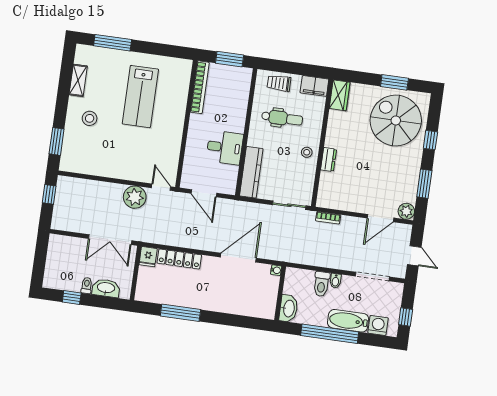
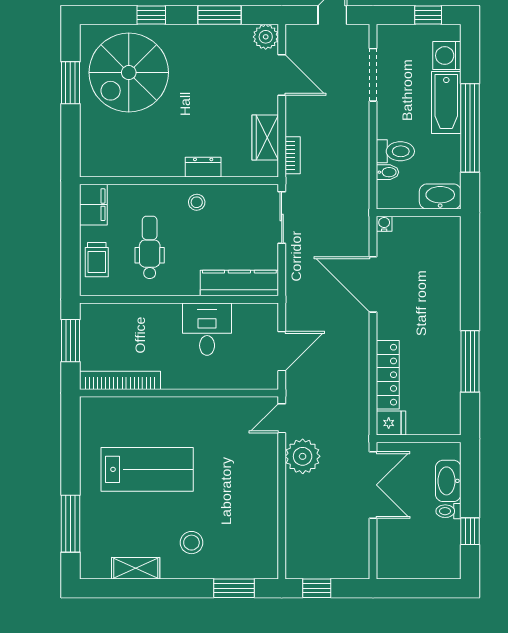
wardrobe: (340, 95) -> (265, 137), moved, turned -90
bidet: (335, 281) -> (388, 172), moved

